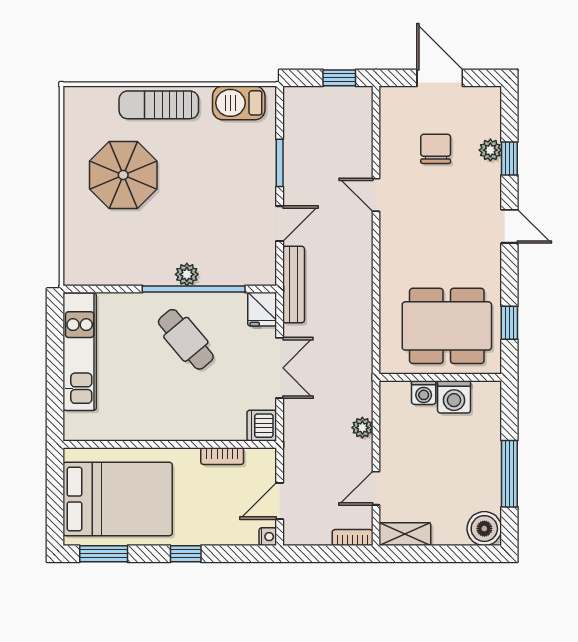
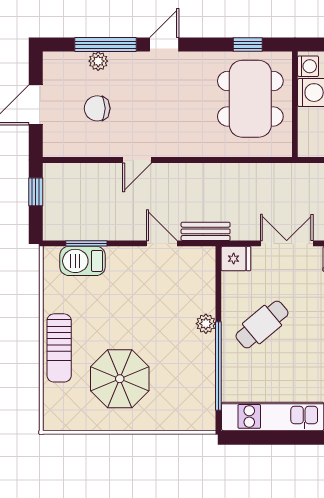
barbecue: (239, 103) -> (83, 261), moved, turned 90
window: (509, 158) -> (105, 45), width x2.17
window: (280, 163) -> (86, 243), moved
bench: (294, 284) -> (206, 231), width x0.73
window: (194, 289) -> (218, 366), moved
washing machine: (424, 393) -> (308, 66), moved

